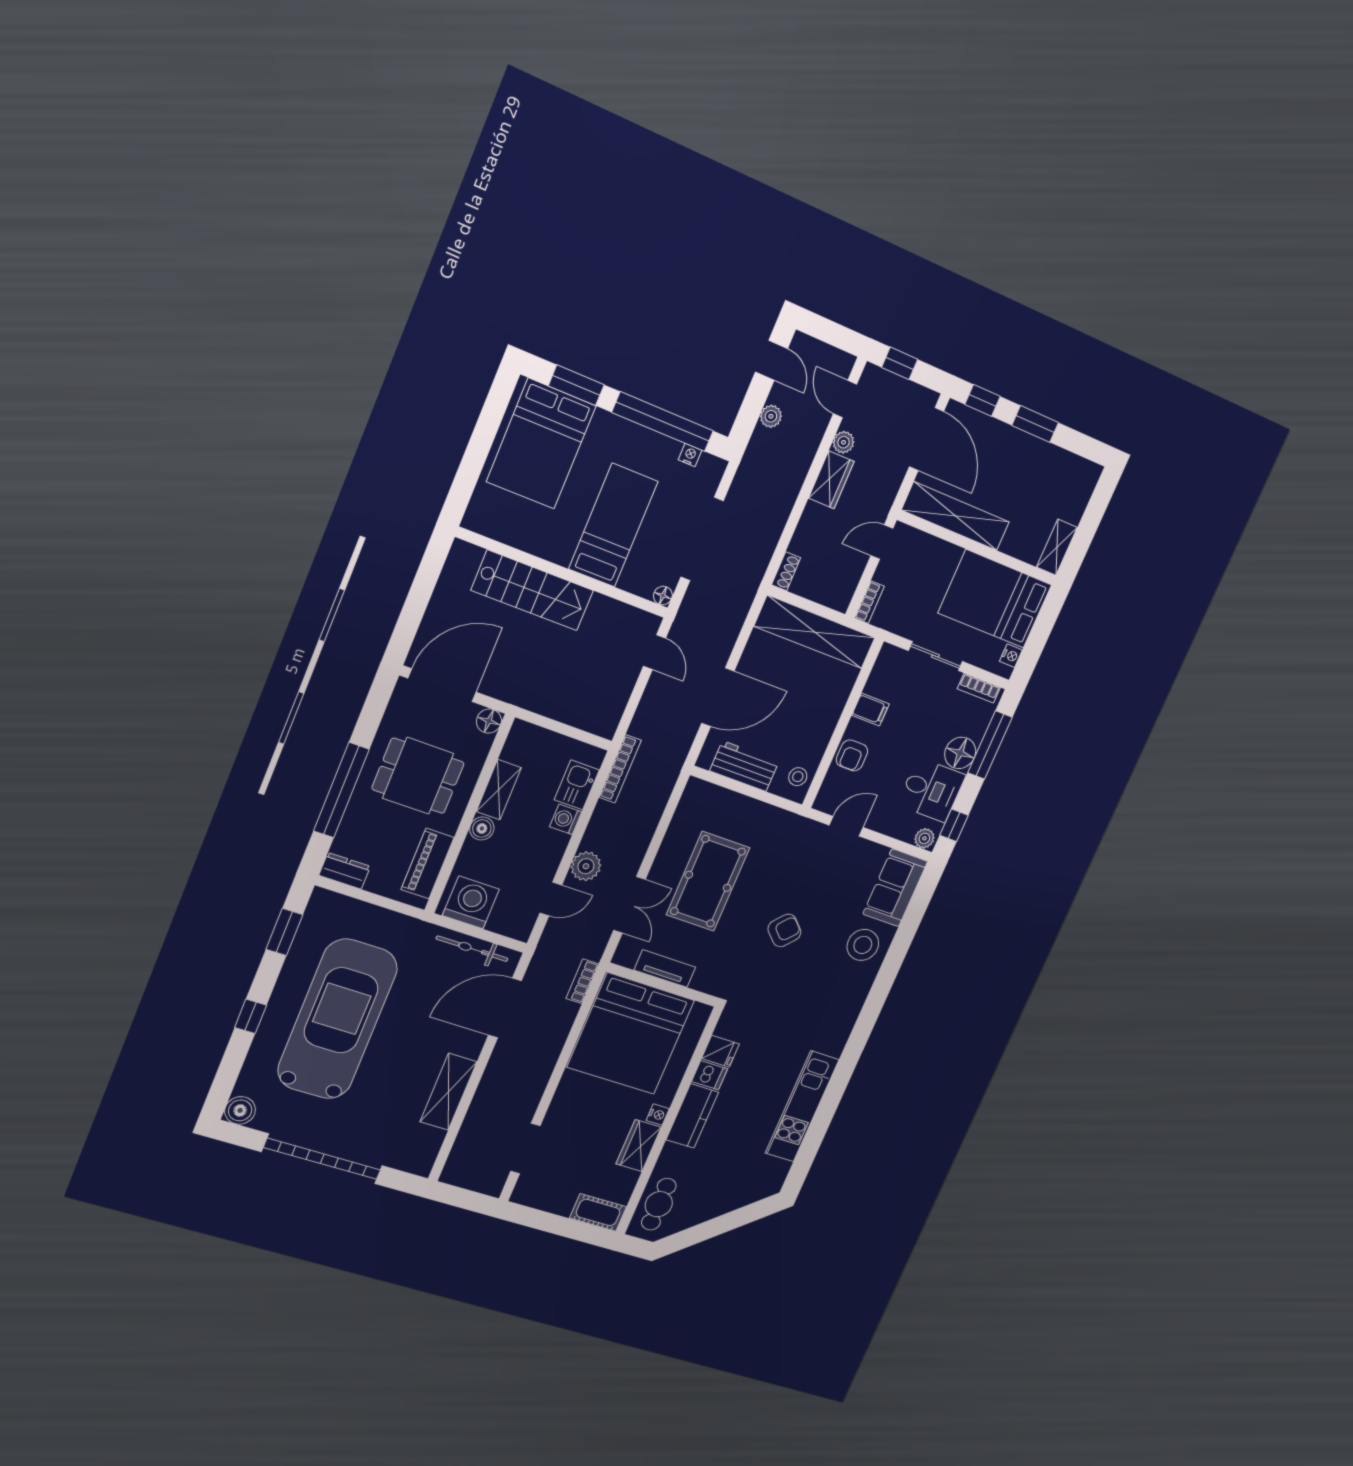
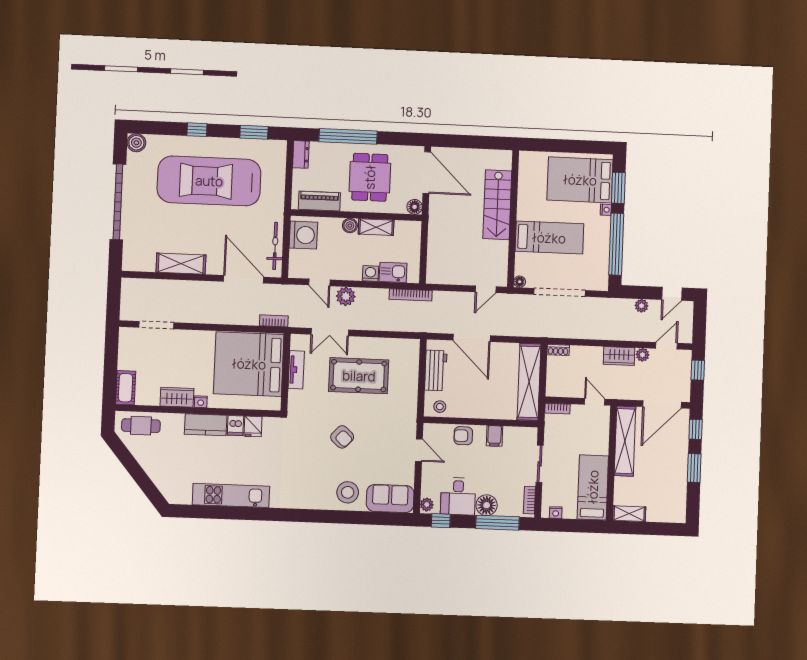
nightstand: (690, 455) -> (606, 210), moved
bed: (995, 599) -> (593, 487), width x0.67
car: (337, 1019) -> (209, 181), turned 180

